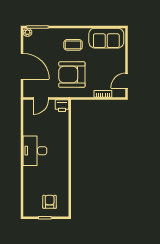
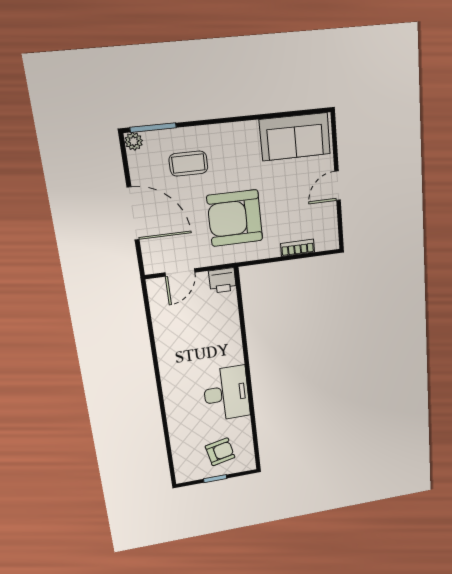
coffee table: (73, 45) -> (188, 164), moved
door: (127, 81) -> (338, 186), moved
desk: (35, 151) -> (226, 393), moved, turned 180
armchair: (50, 202) -> (220, 452), turned 78

